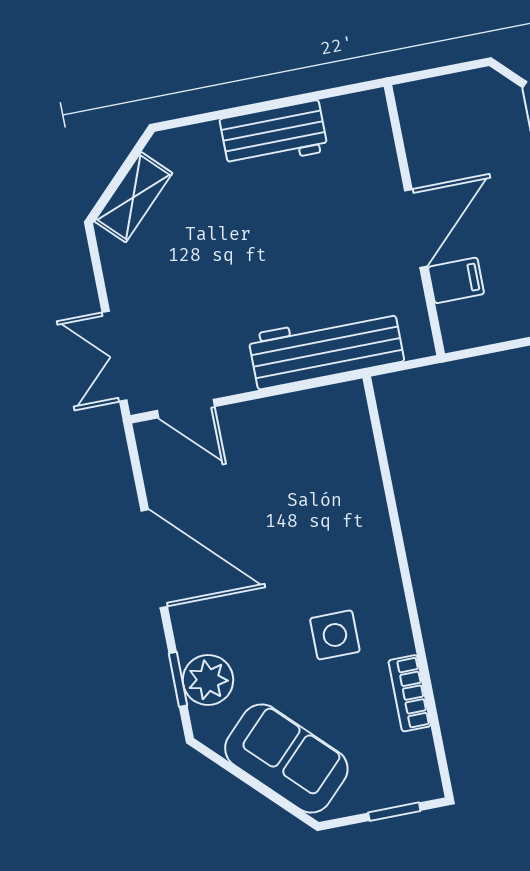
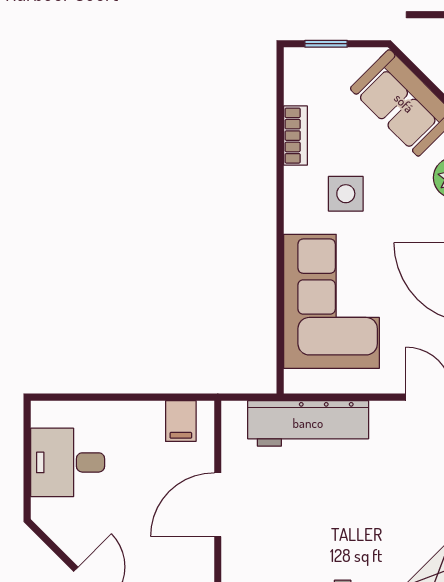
filing cabinet: (456, 280) -> (181, 421), moved, turned -90
corner sofa: (327, 501) -> (331, 301), added

